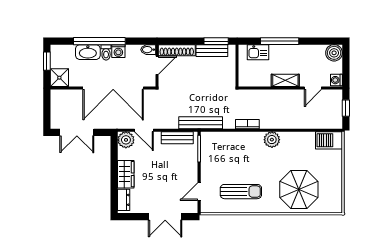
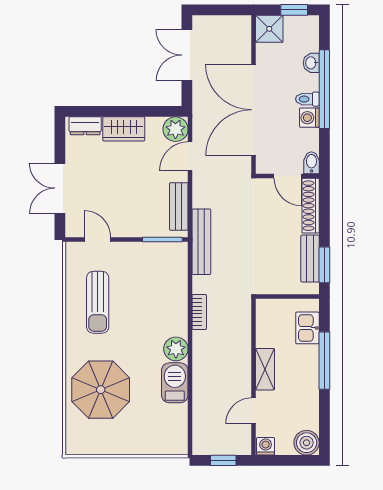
washbasin: (88, 52) -> (311, 63), width x0.52, depth x0.69
door: (313, 88) -> (253, 411), hinge flipped
barbecue: (329, 140) -> (175, 383), moved

